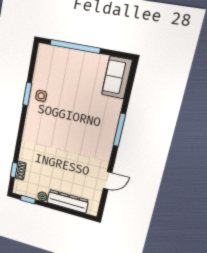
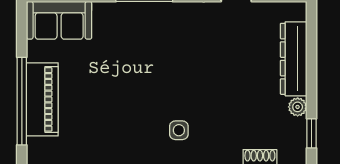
piano: (73, 59) -> (42, 99), added
side table: (41, 96) -> (179, 130), moved

